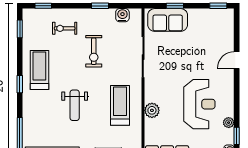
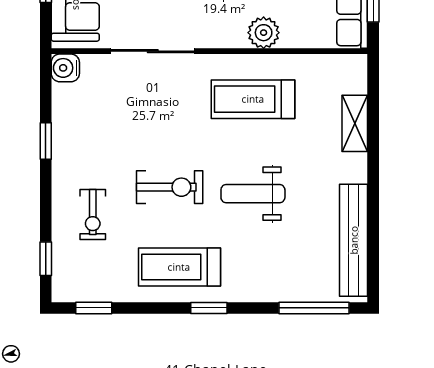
water cooler: (122, 15) -> (65, 68), moved
exercise bike: (94, 51) -> (170, 187), moved
weight bench: (75, 105) -> (253, 194), turned 180

